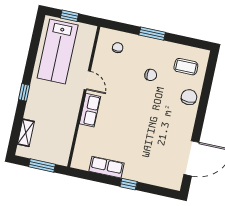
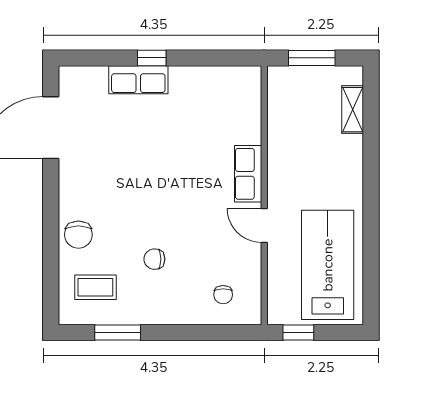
window: (69, 16) -> (298, 332), moved
window: (152, 34) -> (118, 332), moved
window: (24, 92) -> (371, 180), removed
row of seats: (107, 167) -> (138, 80), moved

